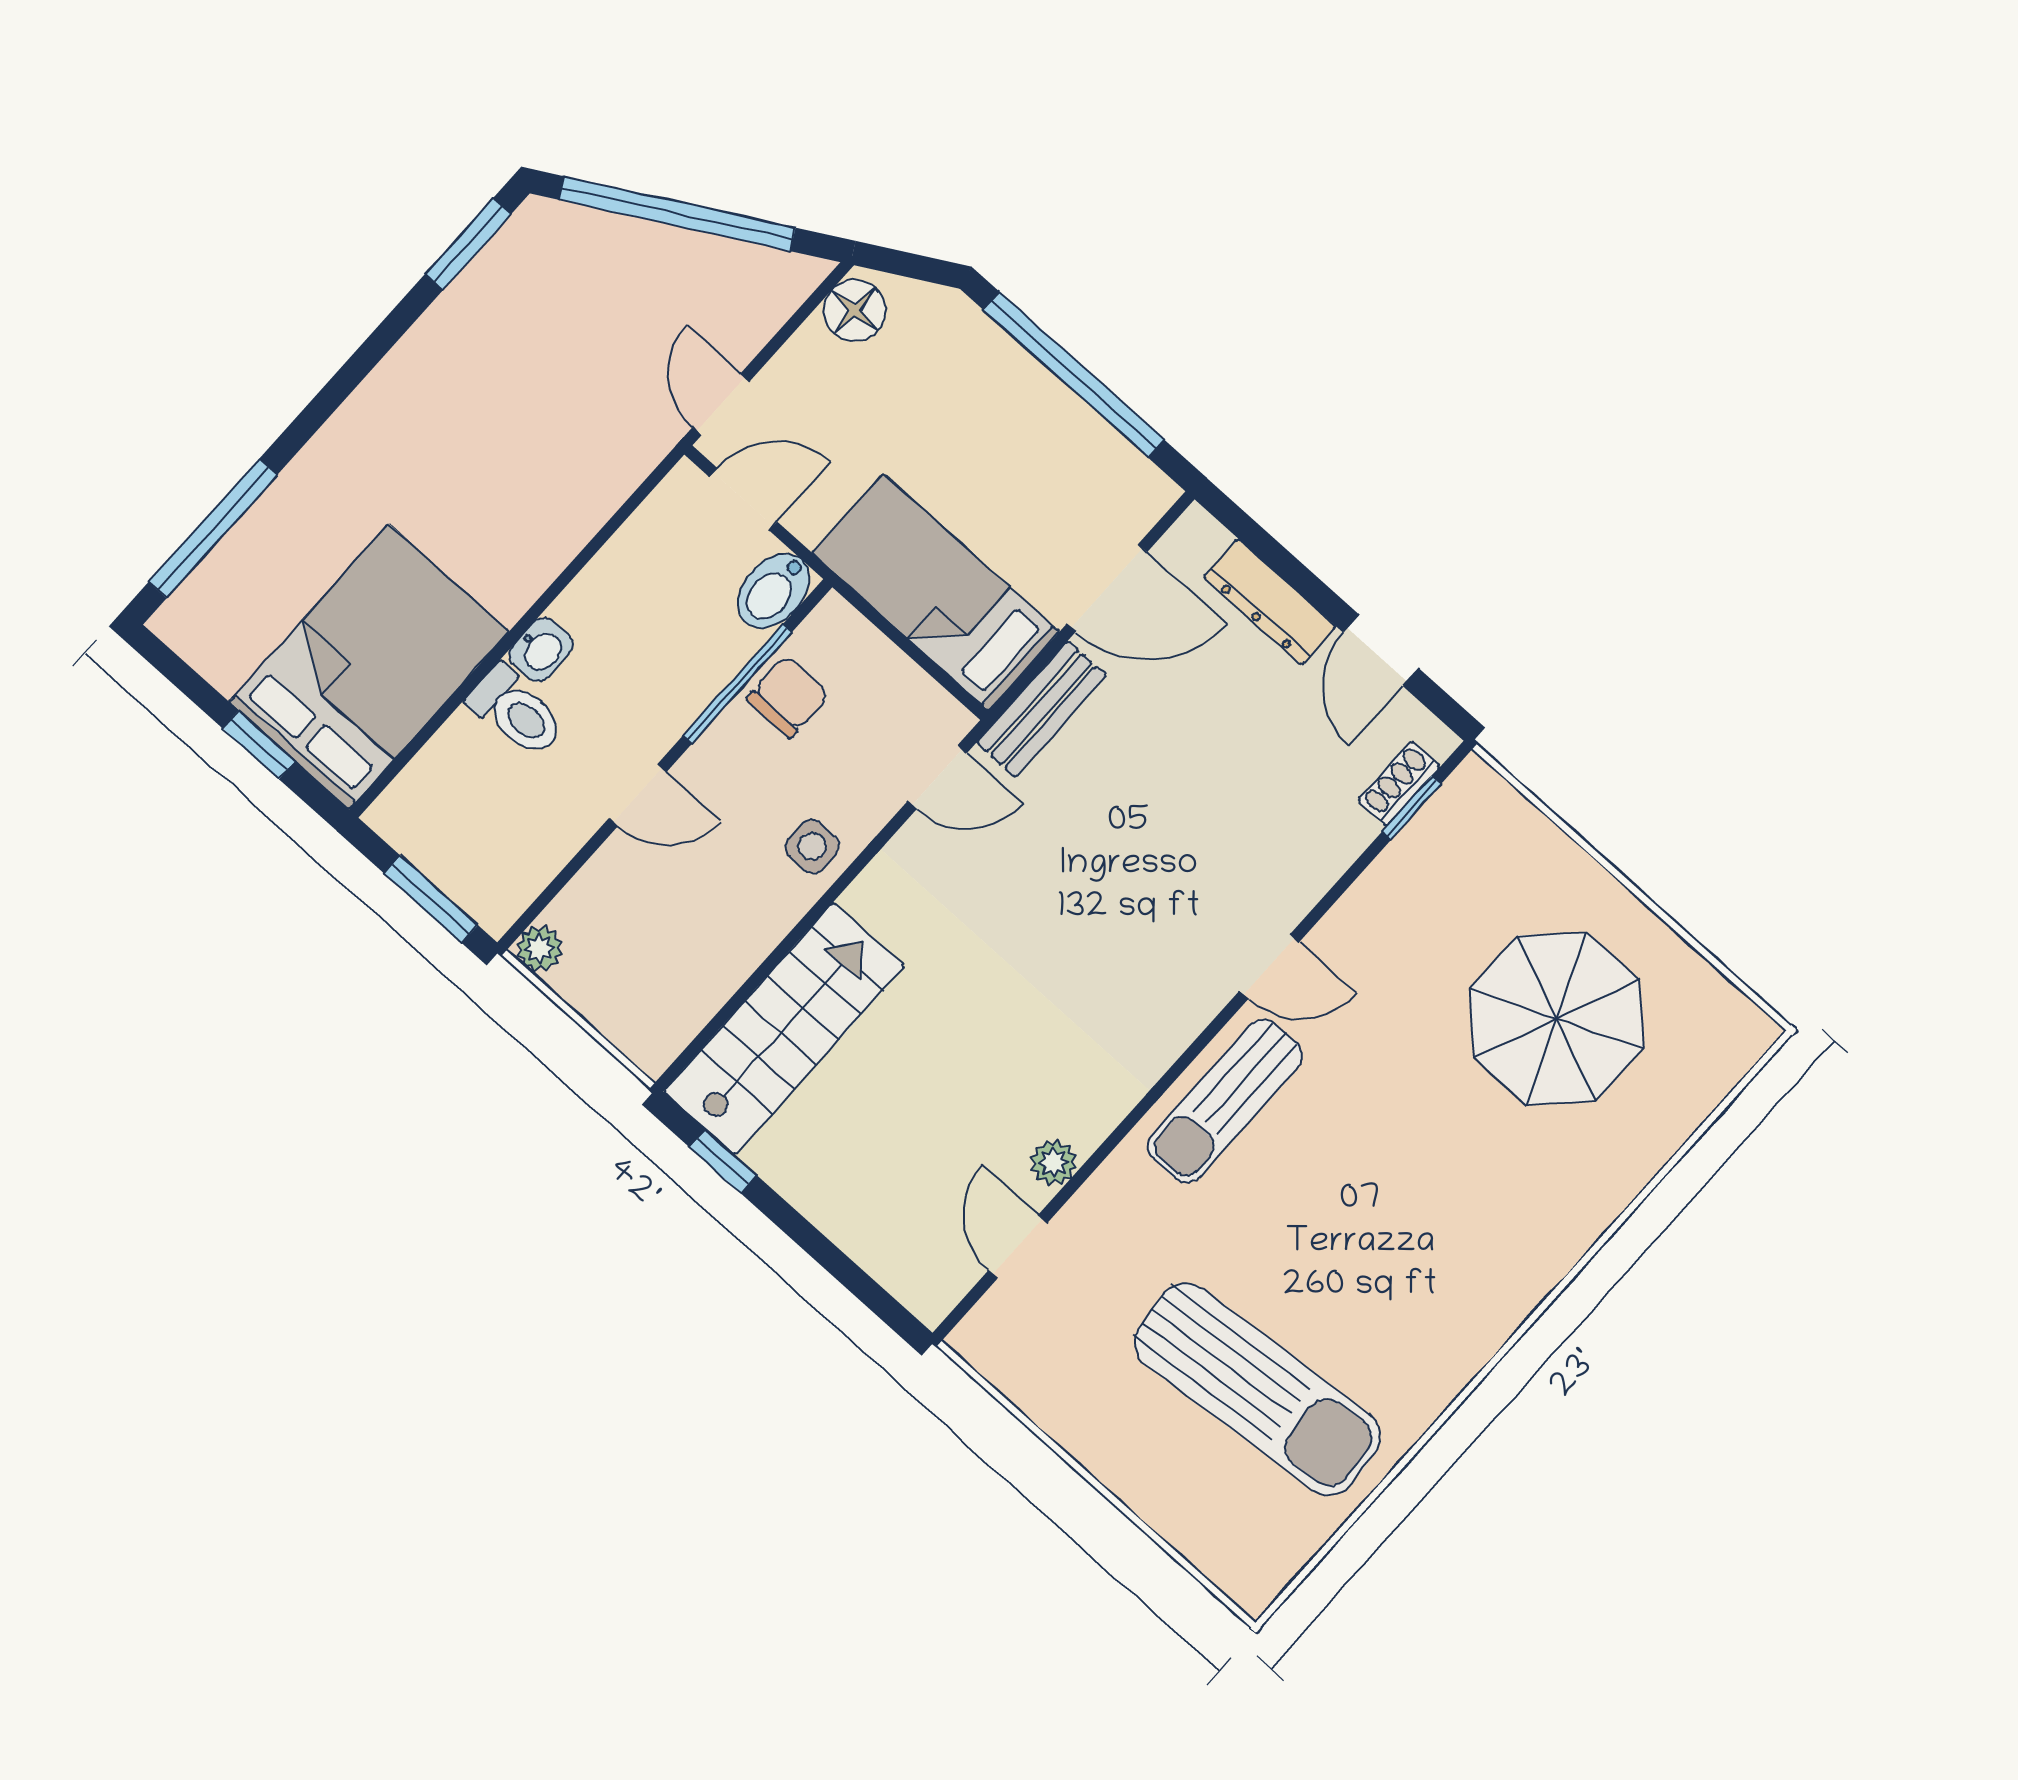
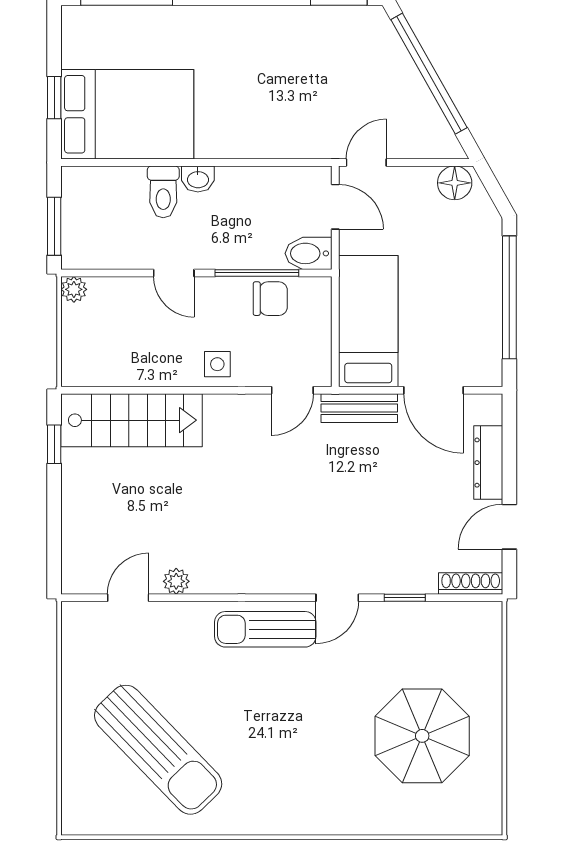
door: (937, 777) -> (292, 390), hinge flipped
shoe rack: (1399, 784) -> (471, 583), width x1.43
window: (1412, 808) -> (405, 598), moved
door: (1269, 967) -> (337, 598), hinge flipped
sun lounger: (1257, 1389) -> (158, 750), turned -39

